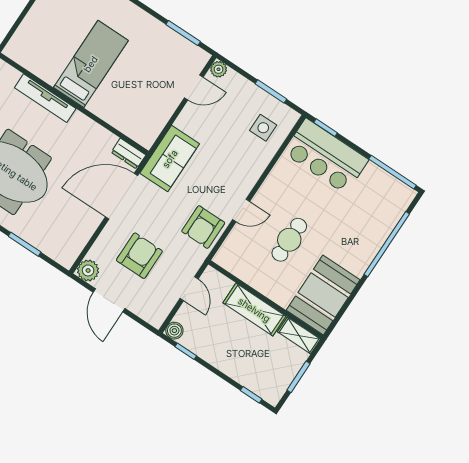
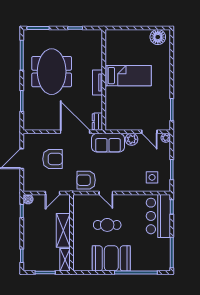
tv unit: (45, 98) -> (97, 83), moved, width x0.71
plant: (88, 270) -> (132, 139), moved
booth: (323, 295) -> (111, 258), moved

